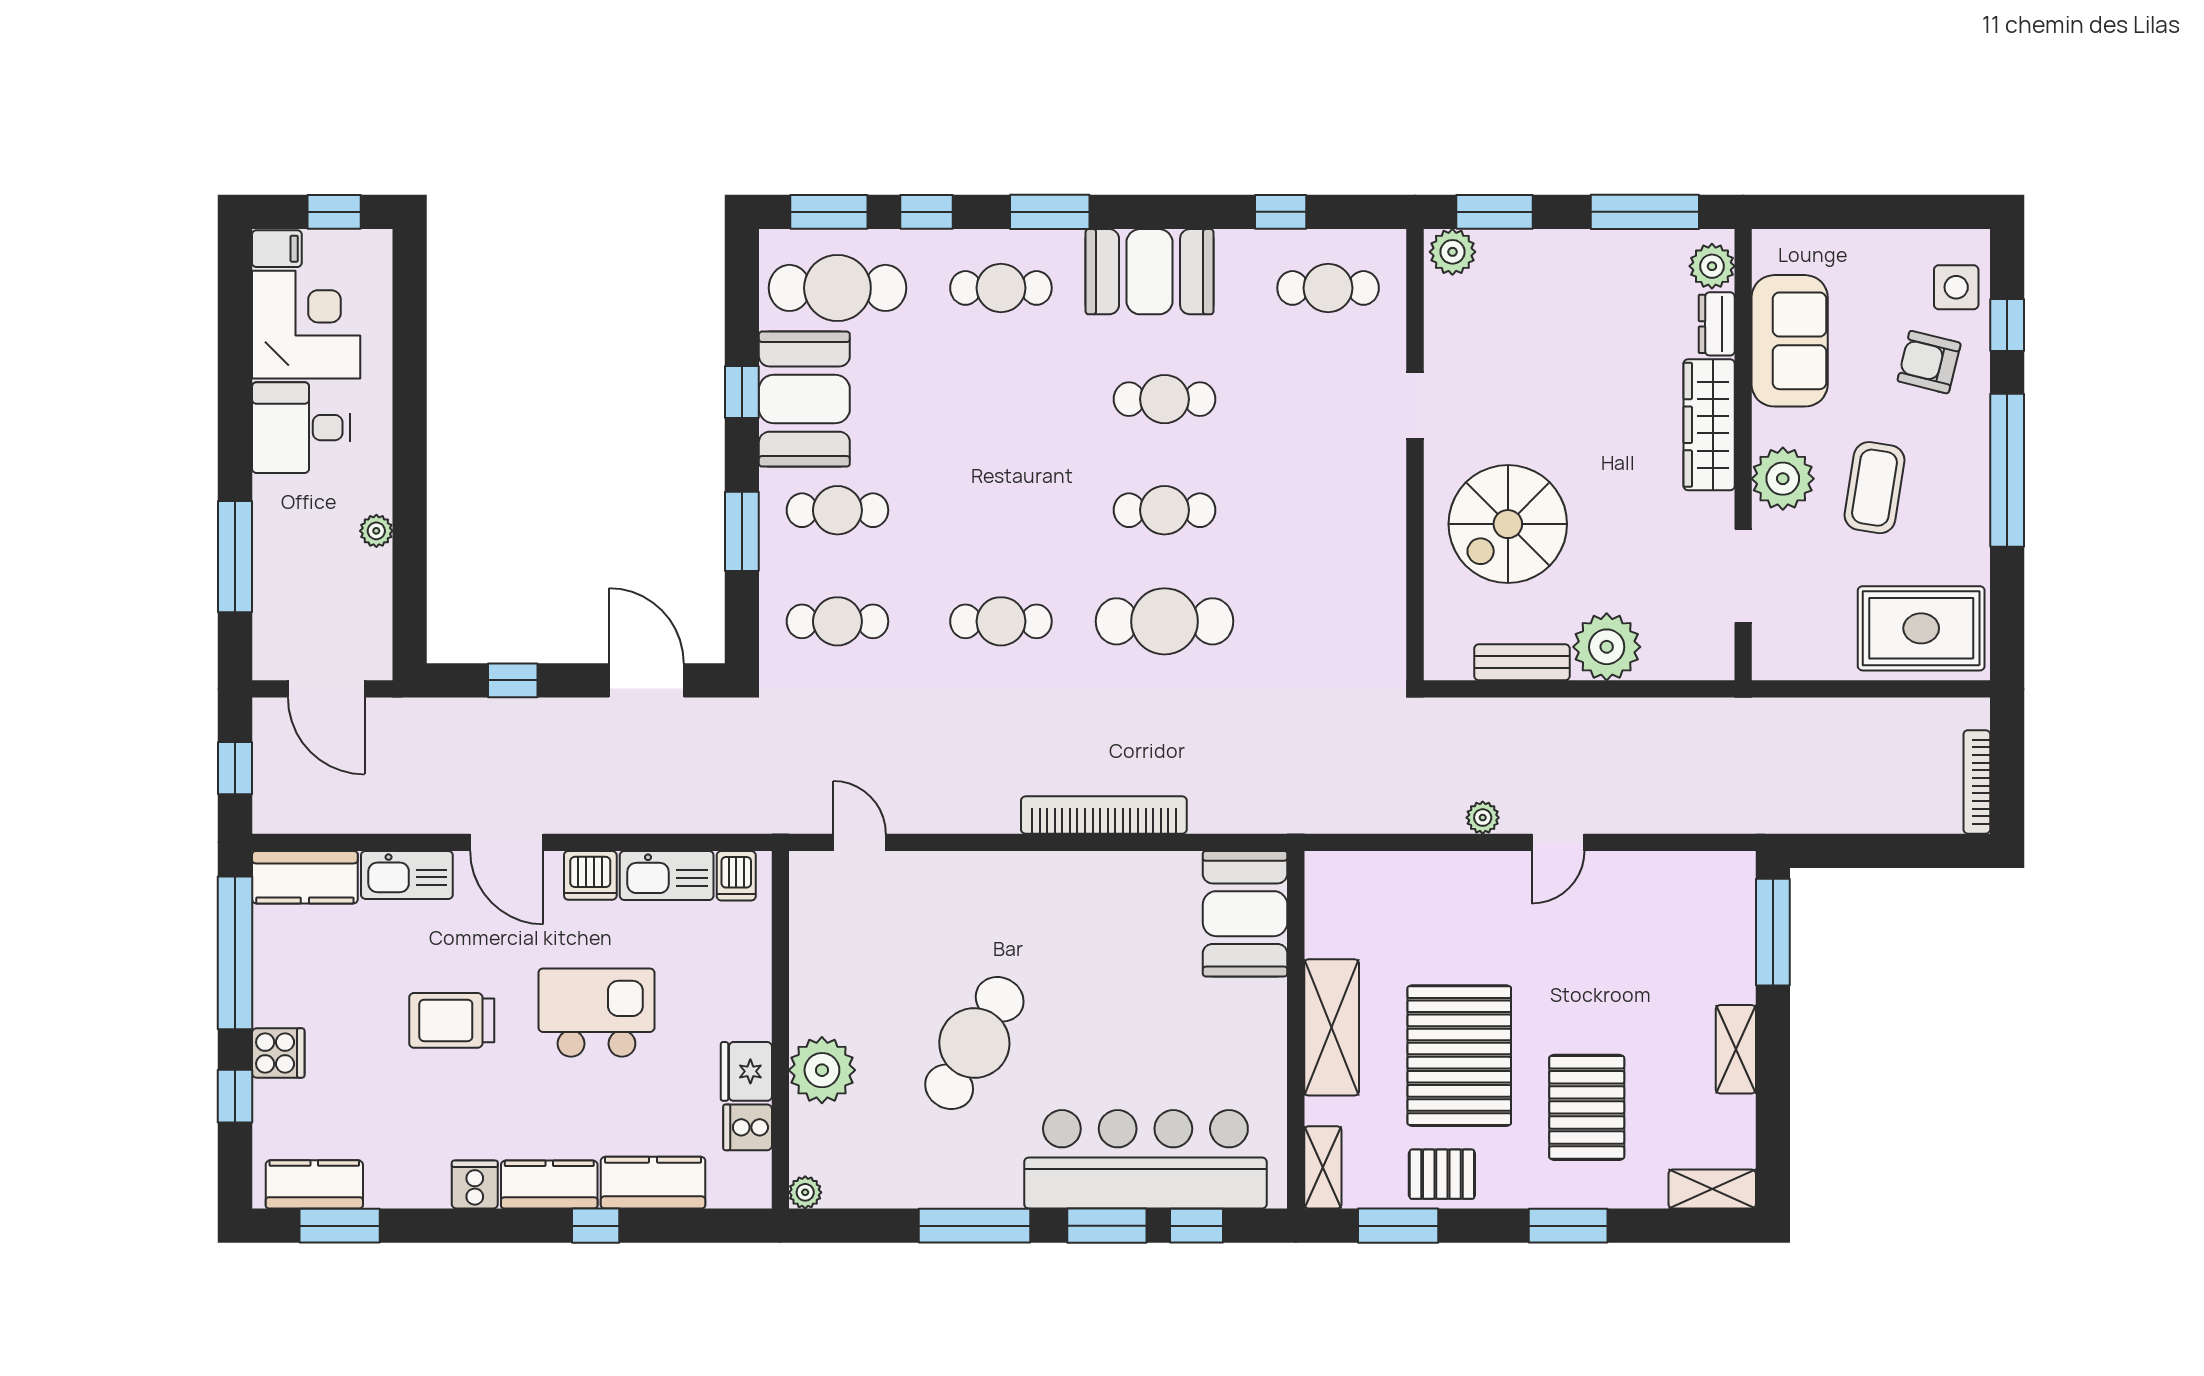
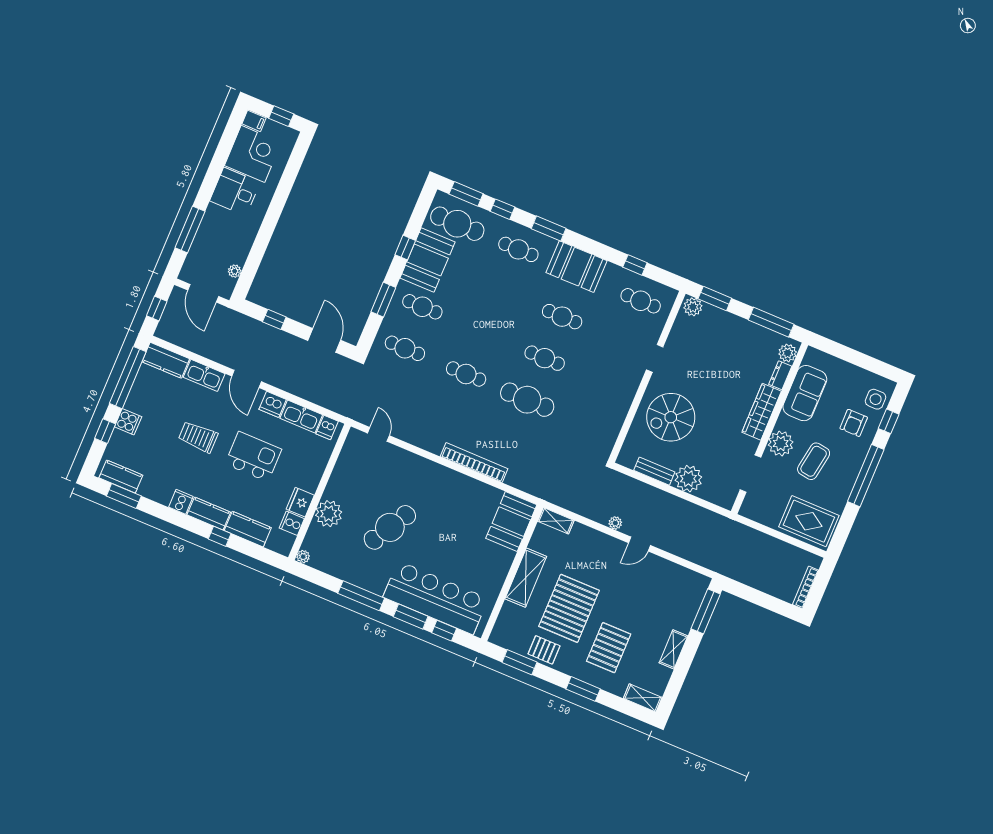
armchair: (1929, 362) -> (854, 423), turned -104
plant: (376, 531) -> (235, 271), moved
shelving: (1323, 1167) -> (556, 521), moved, turned 90

